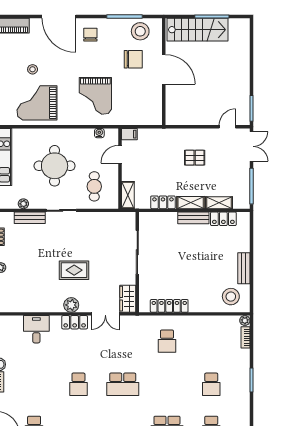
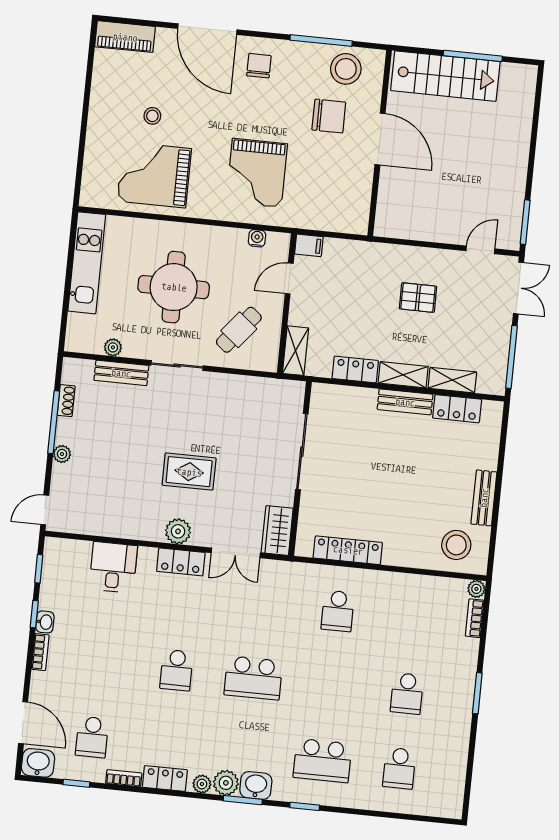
cafe table: (94, 186) -> (239, 330), turned 39

